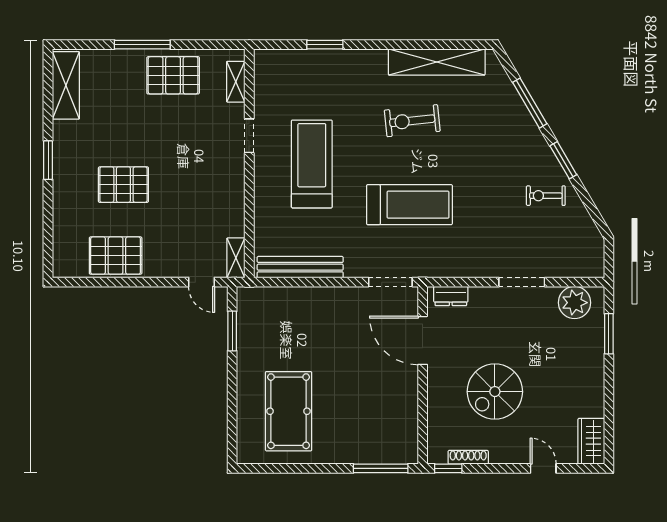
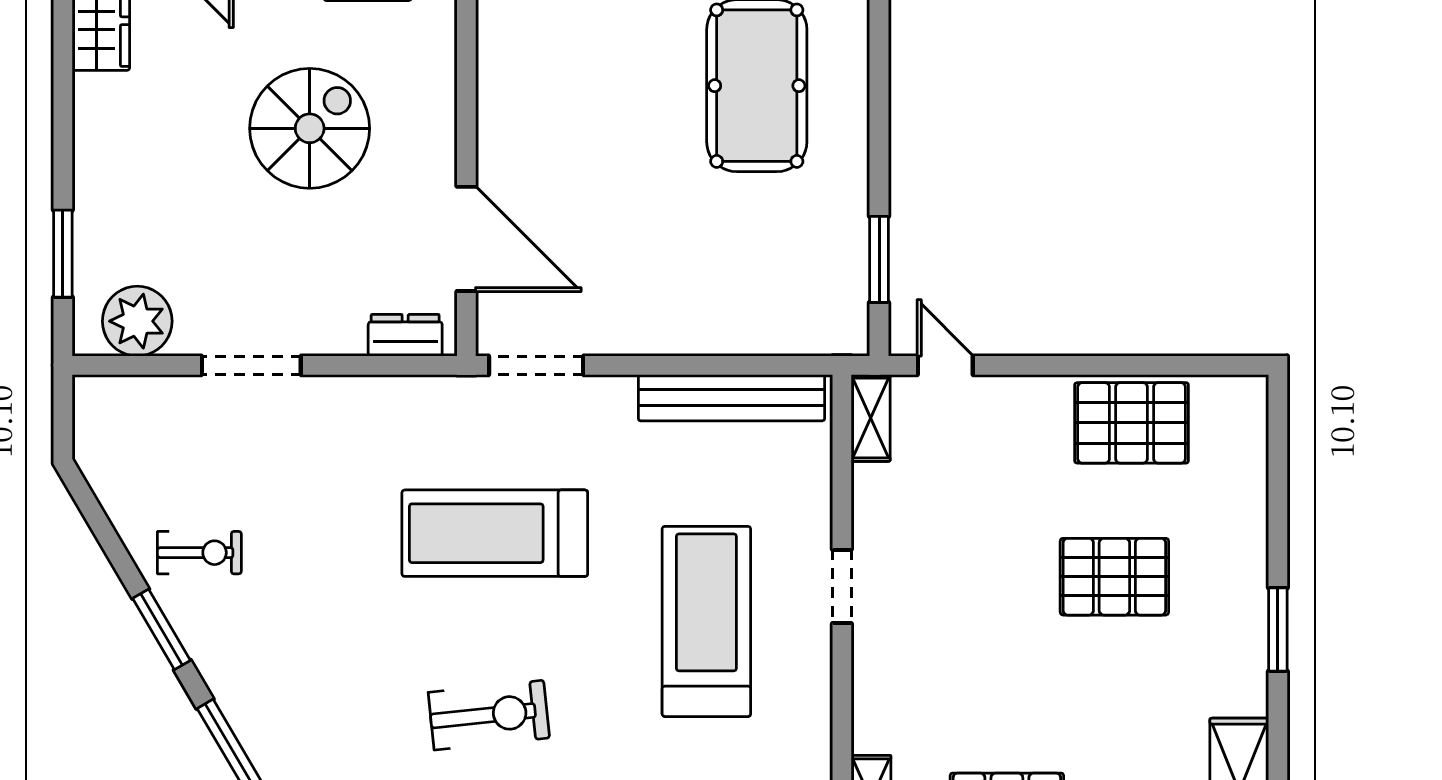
doorway: (249, 136) -> (842, 587), moved
treadmill: (312, 164) -> (706, 621), turned 180

